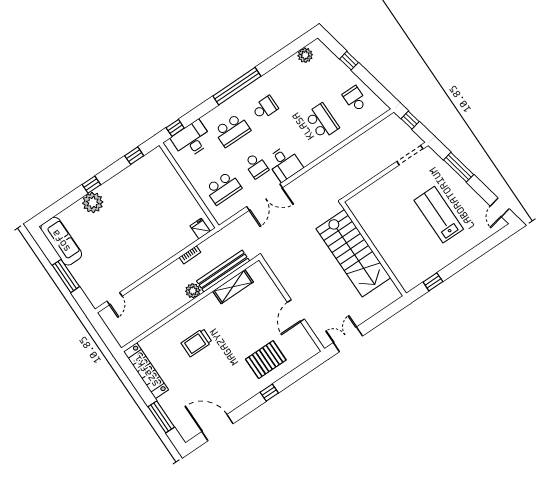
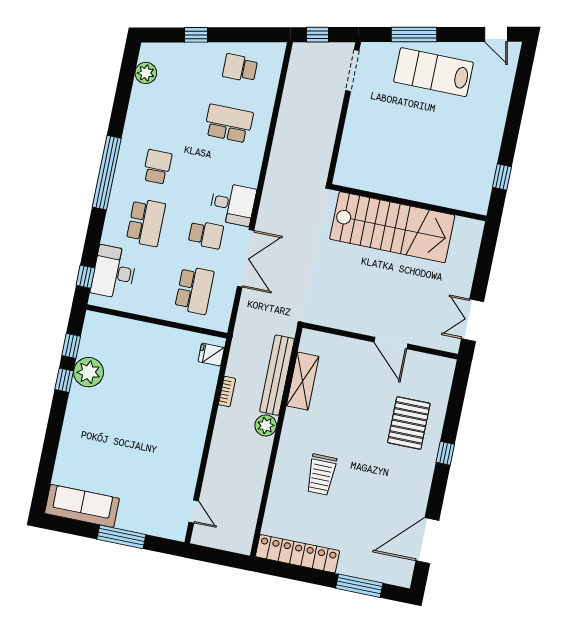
window: (91, 185) -> (64, 380), moved
plant: (93, 203) -> (89, 372), moved
lab bench: (439, 215) -> (433, 72), moved

